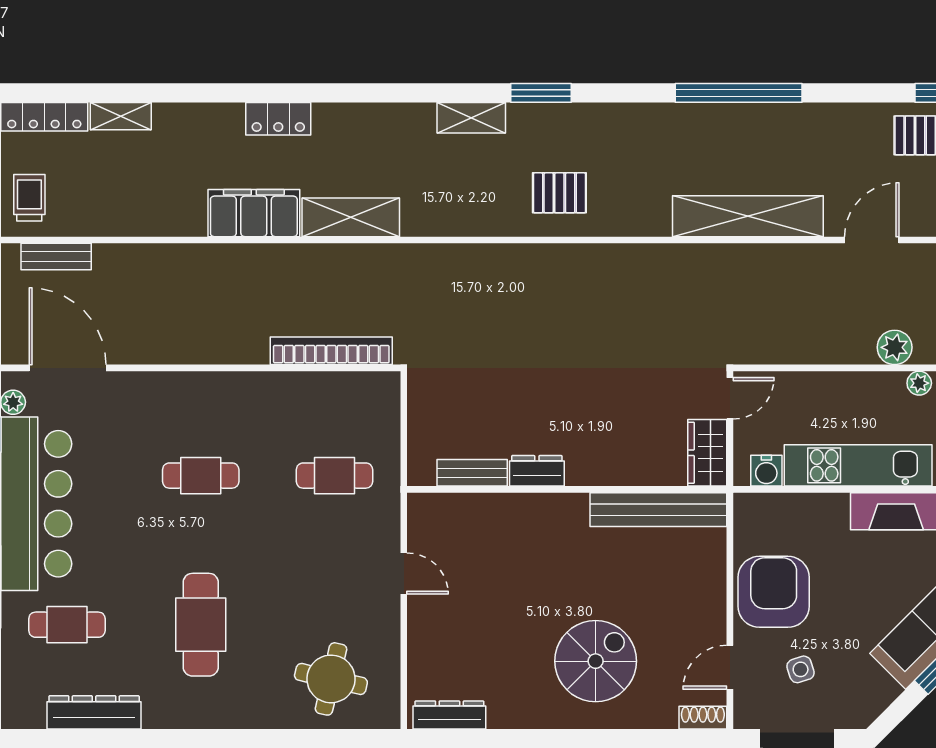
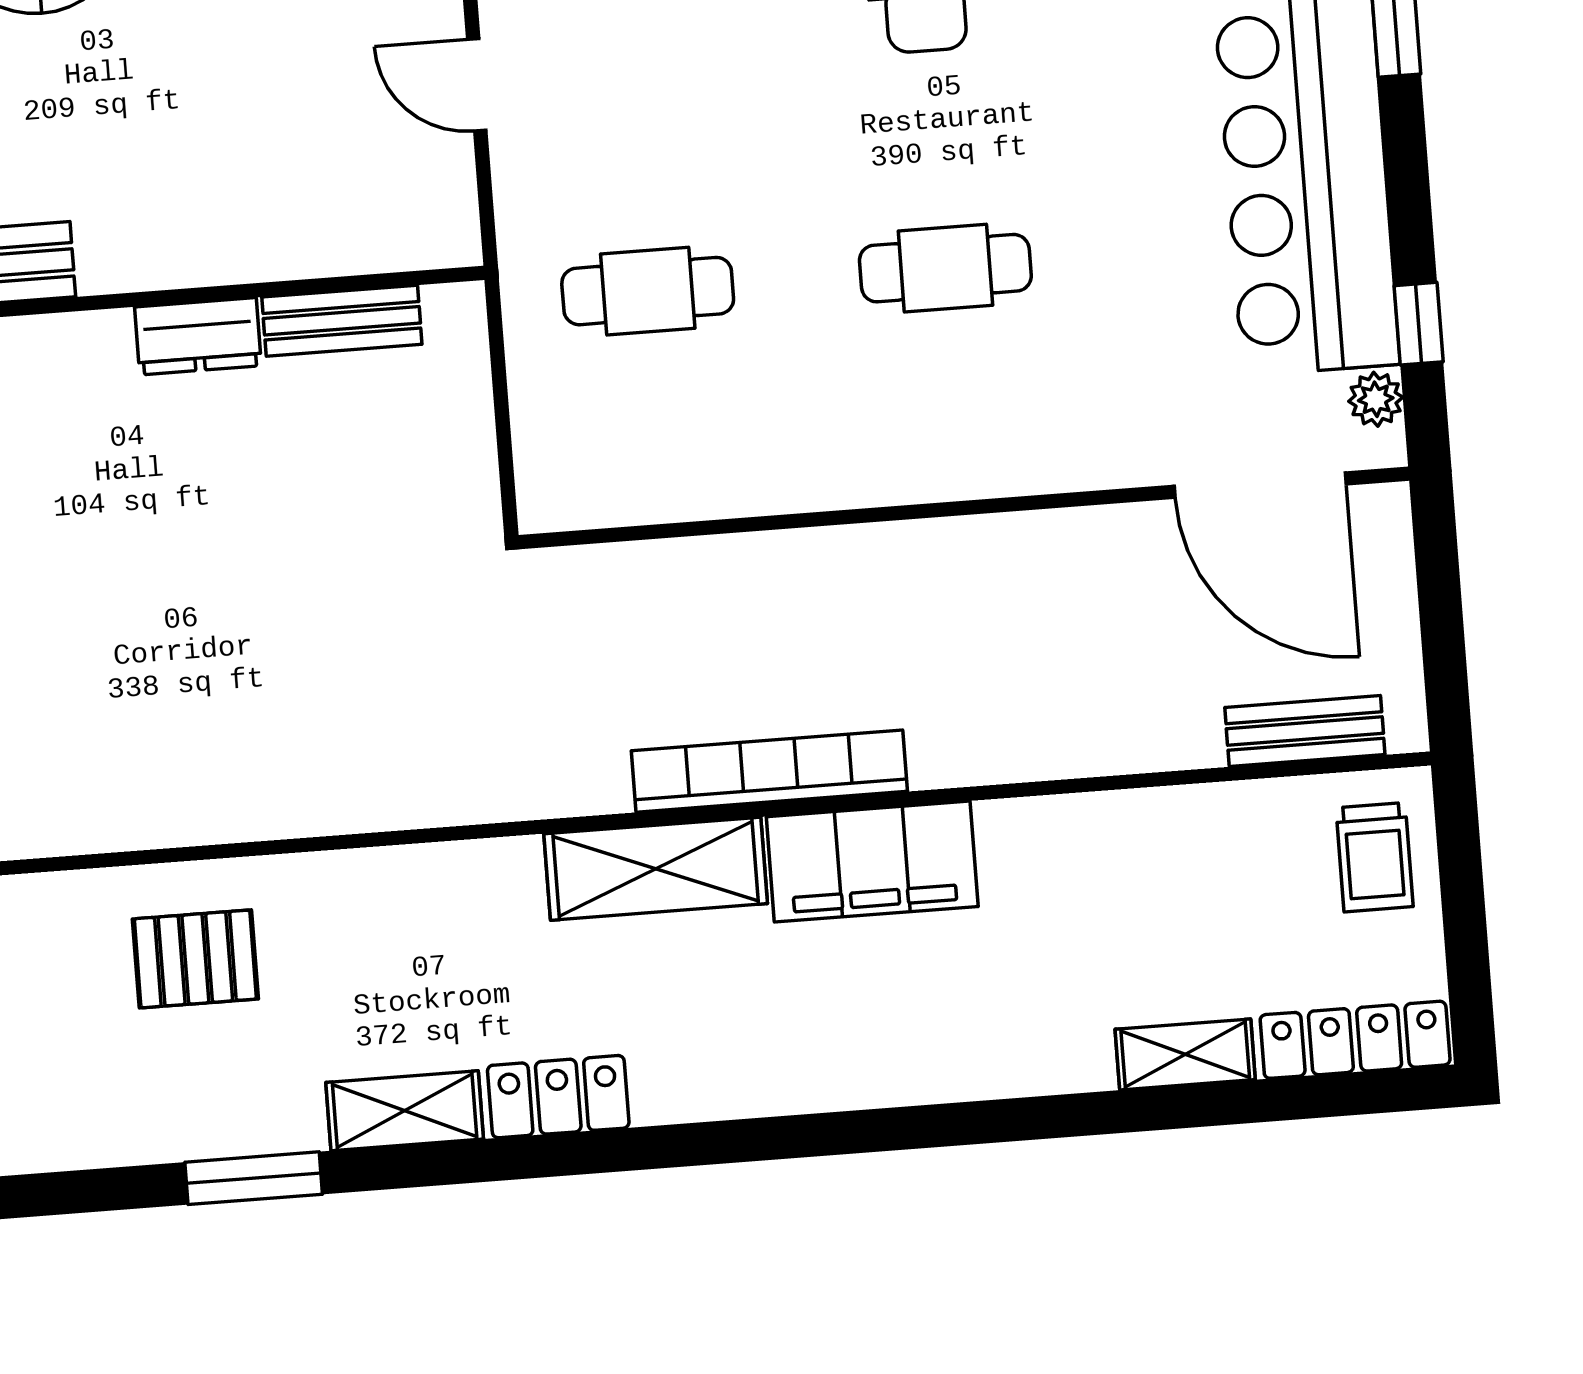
locker: (278, 119) -> (558, 1097), moved
bookcase: (331, 351) -> (769, 771), moved, turned 180

